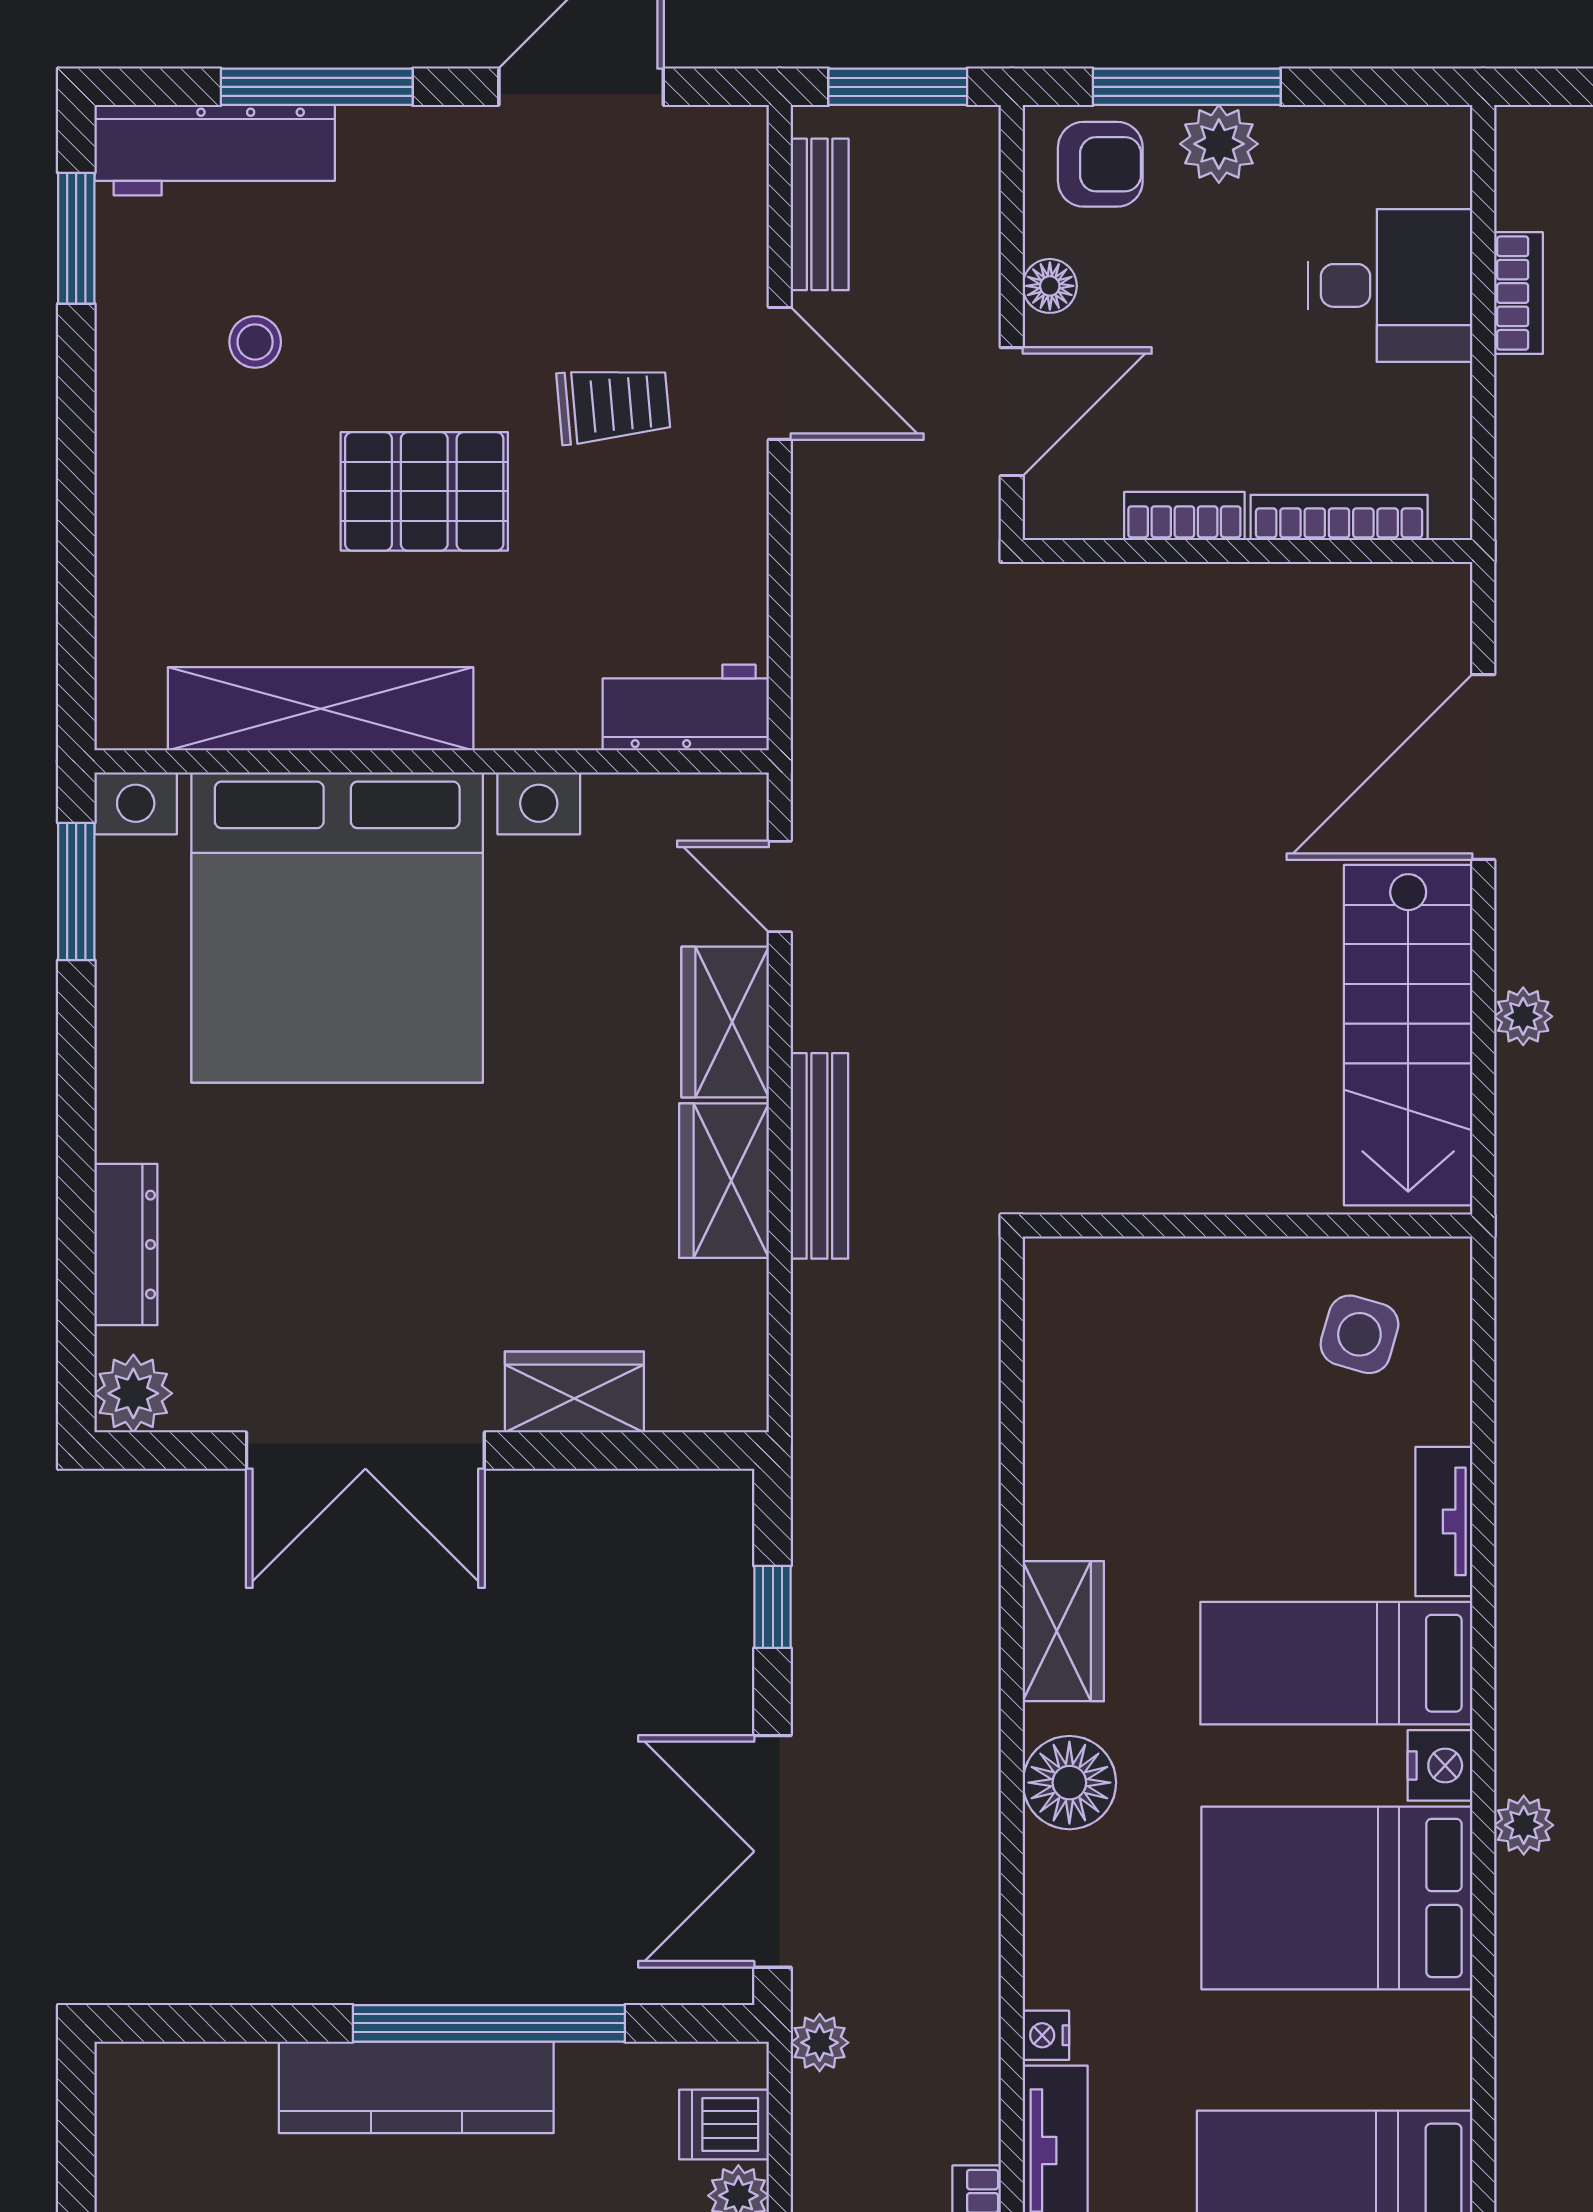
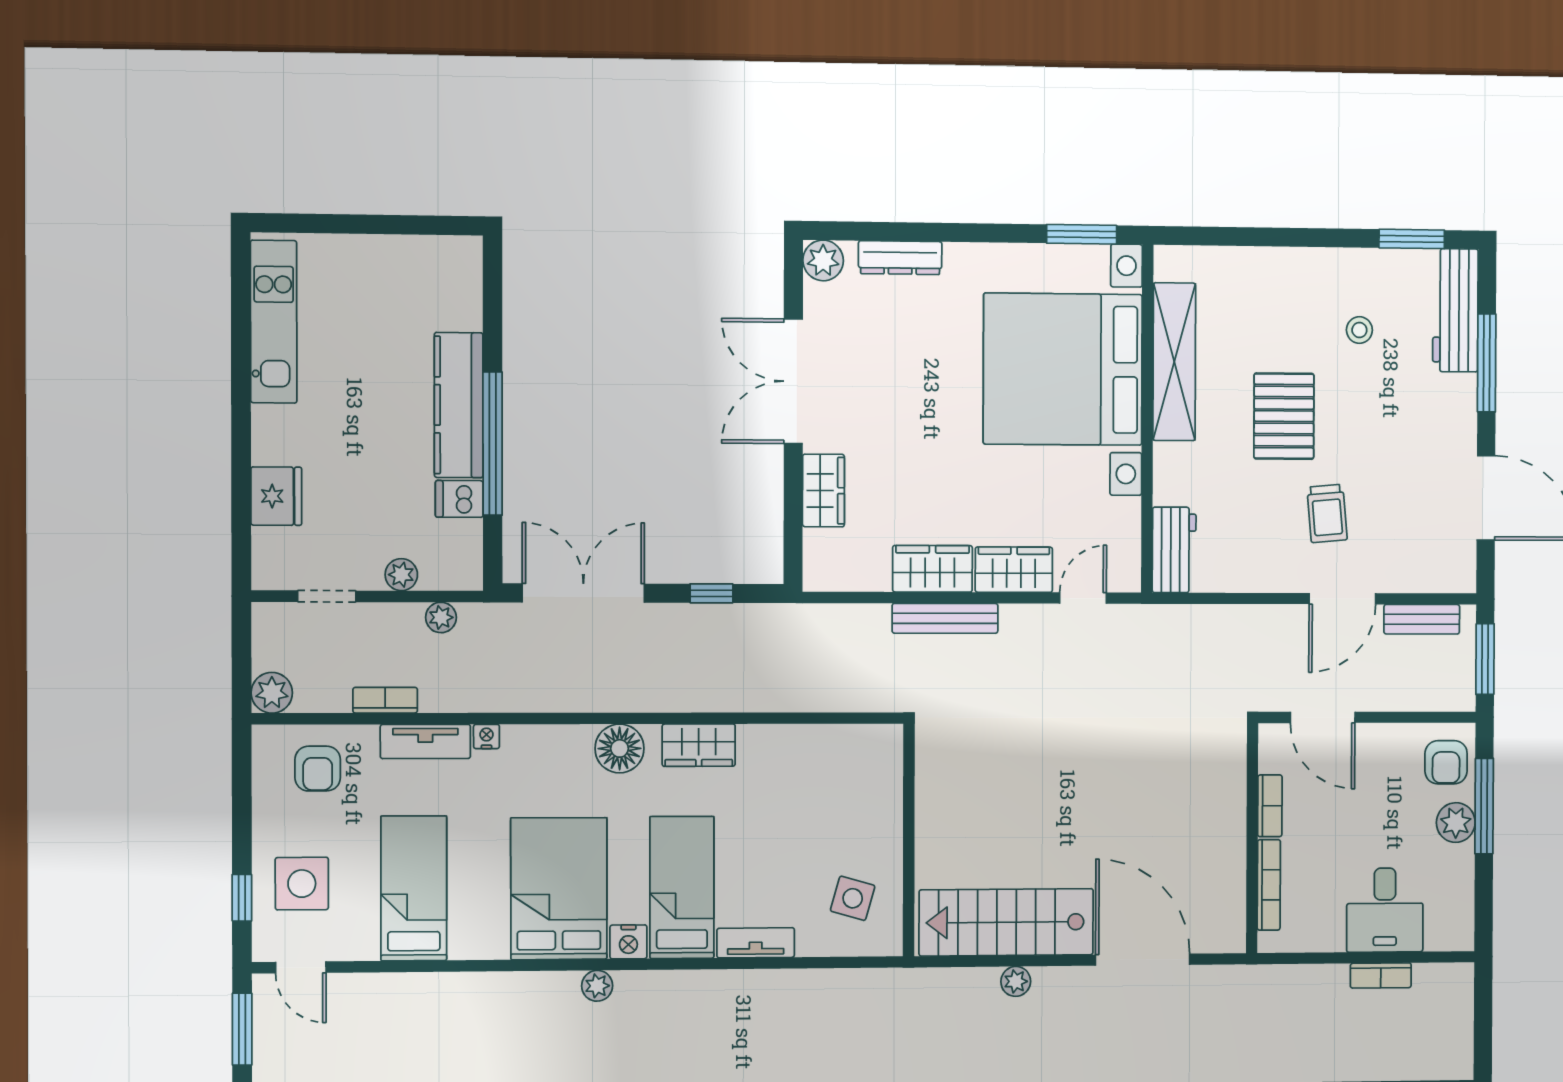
floor lamp: (1050, 286) -> (1385, 737), removed
plant: (820, 2043) -> (441, 617), moved
dishwasher: (724, 2124) -> (459, 499), moved, turned -90

